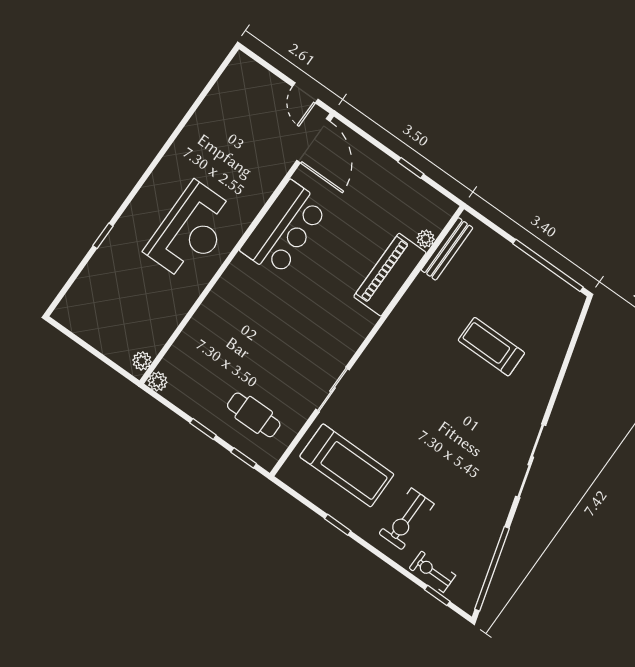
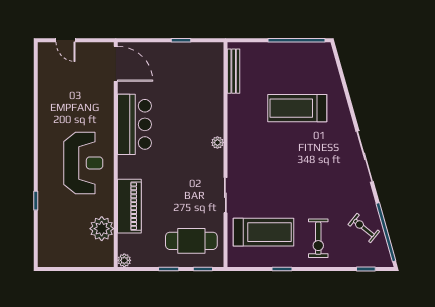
door: (305, 93) -> (66, 40), moved
plant: (426, 239) -> (217, 143), moved
piano: (390, 275) -> (129, 206), moved, turned 180
treadmill: (491, 347) -> (297, 108), width x1.37, depth x1.38
plant: (142, 361) -> (102, 229), moved, width x1.88, depth x1.88
cafe table: (254, 415) -> (191, 241), width x1.37, depth x1.35
exercise bike: (432, 572) -> (364, 228), moved, turned 39

